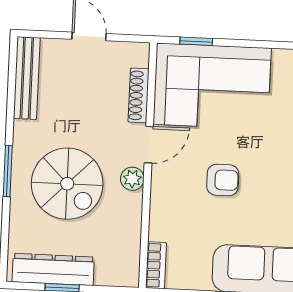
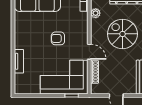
door: (149, 145) -> (89, 52), swing flipped
plant: (132, 179) -> (96, 13), moved

